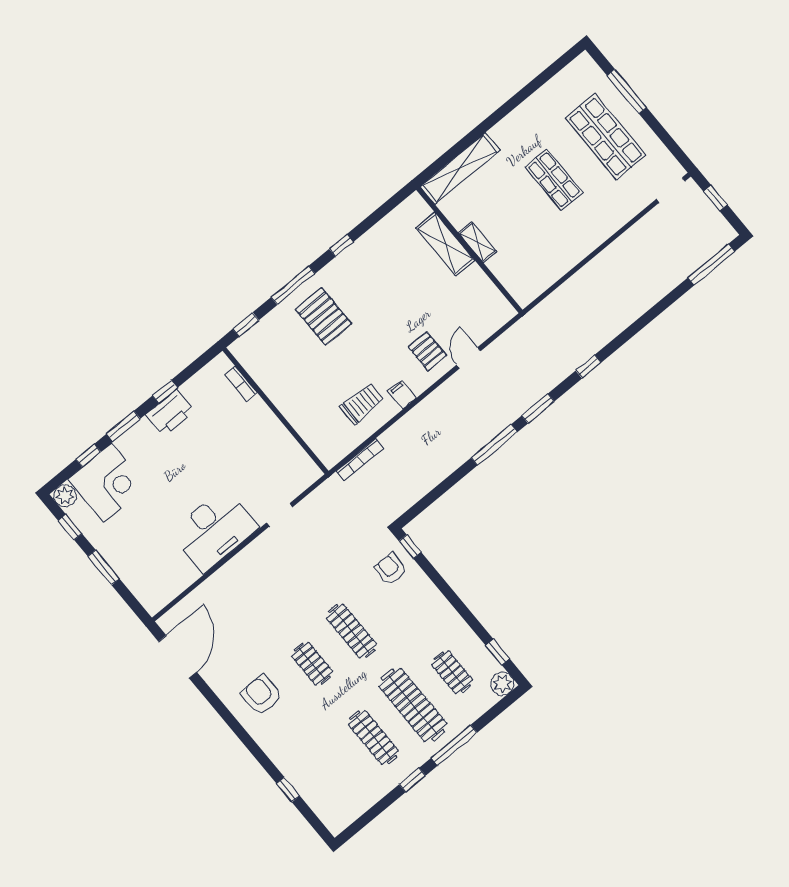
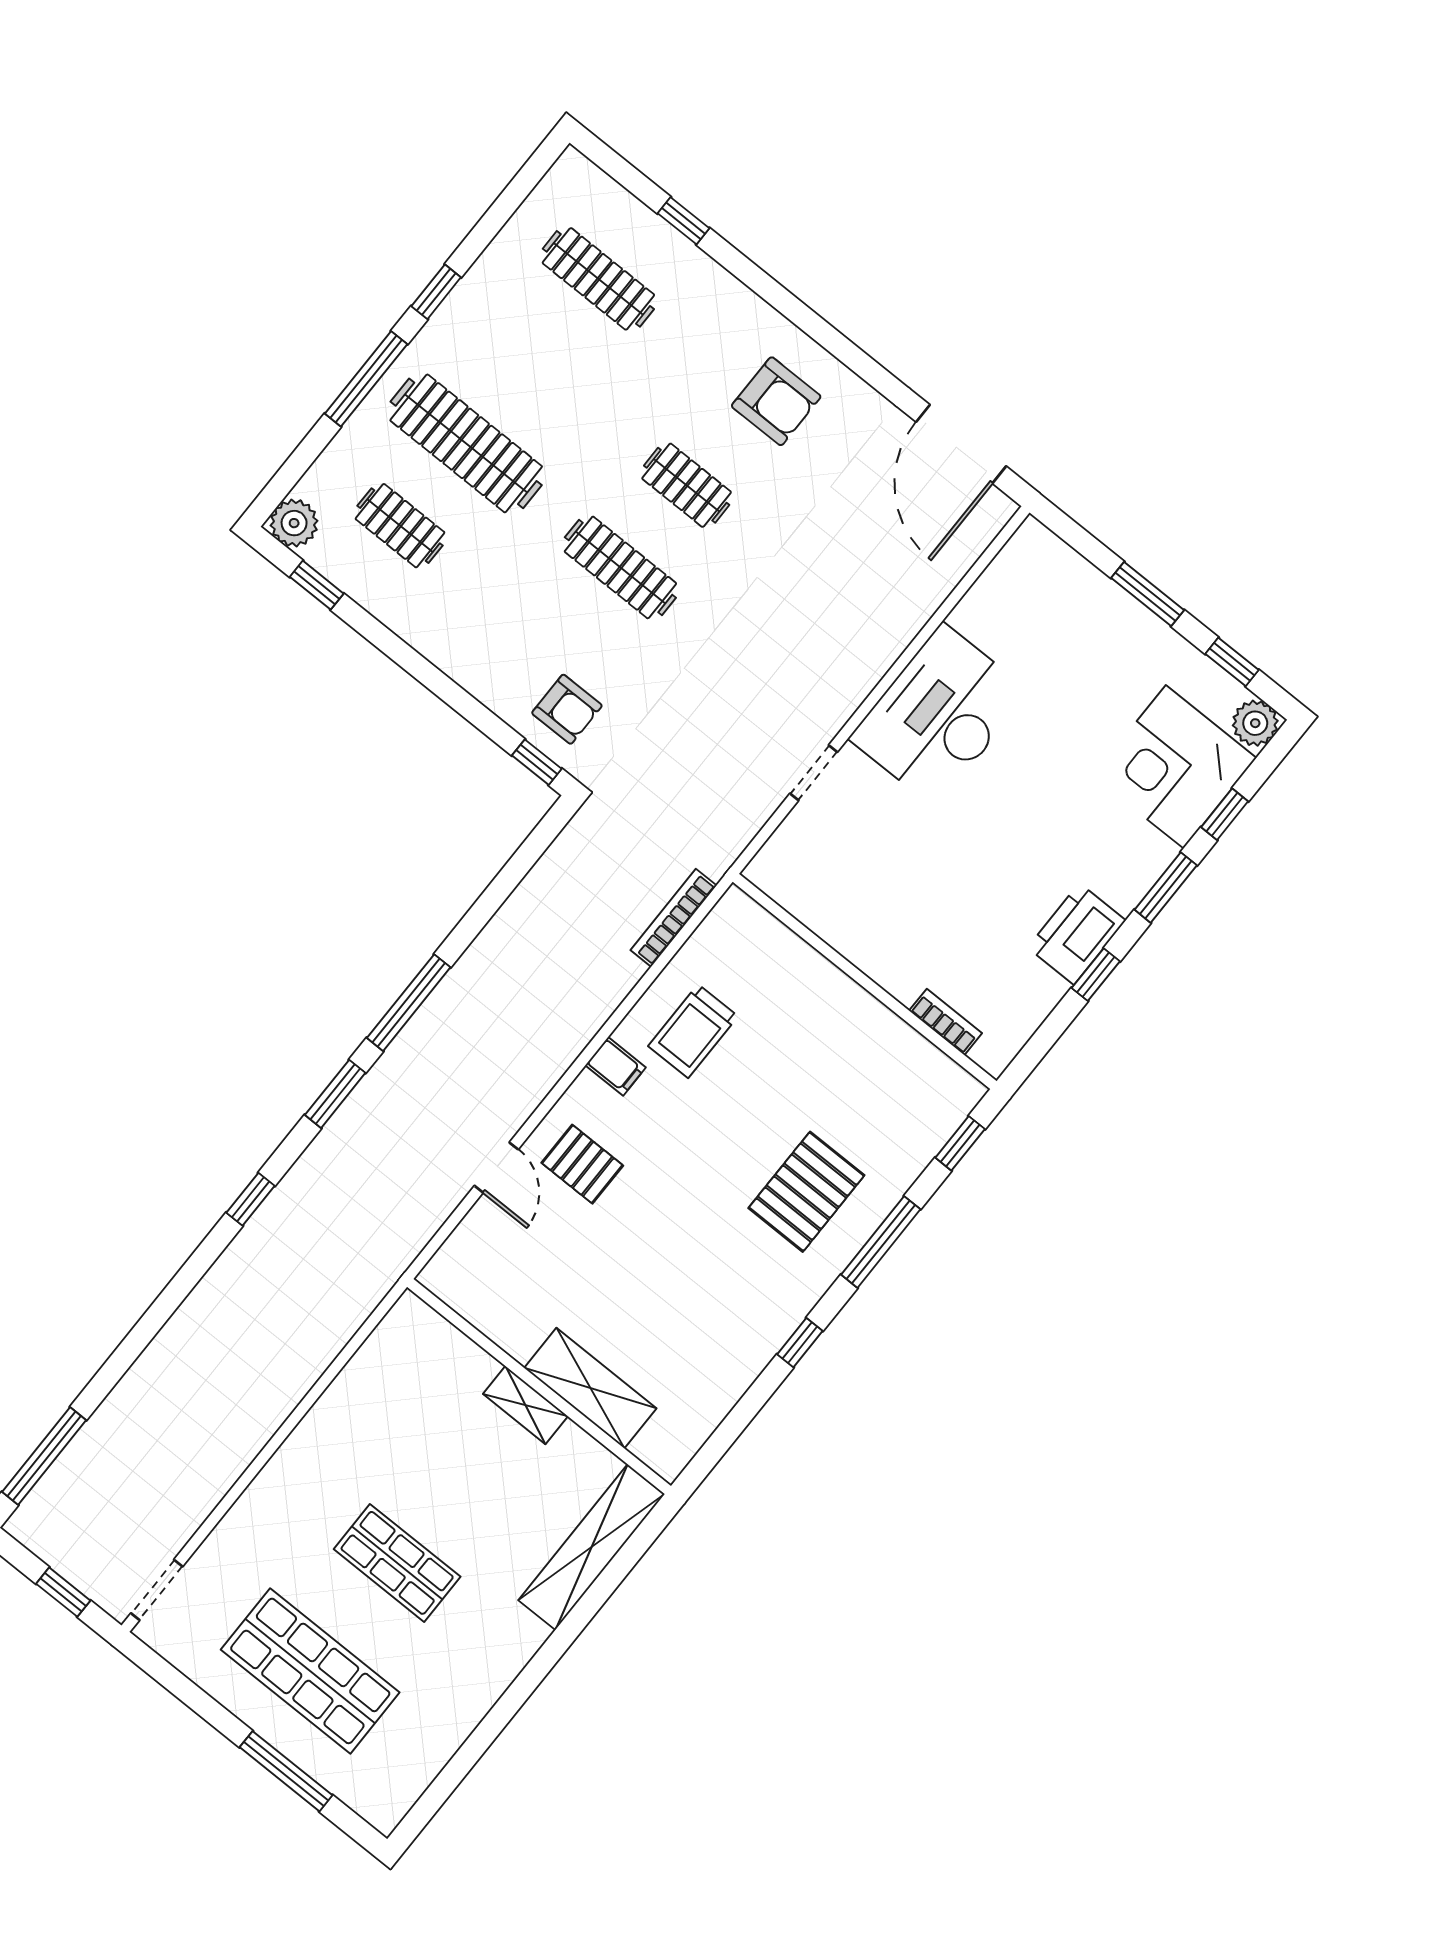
pallet: (323, 317) -> (806, 1192), turned 90
clothes rail: (373, 738) -> (598, 279), moved

